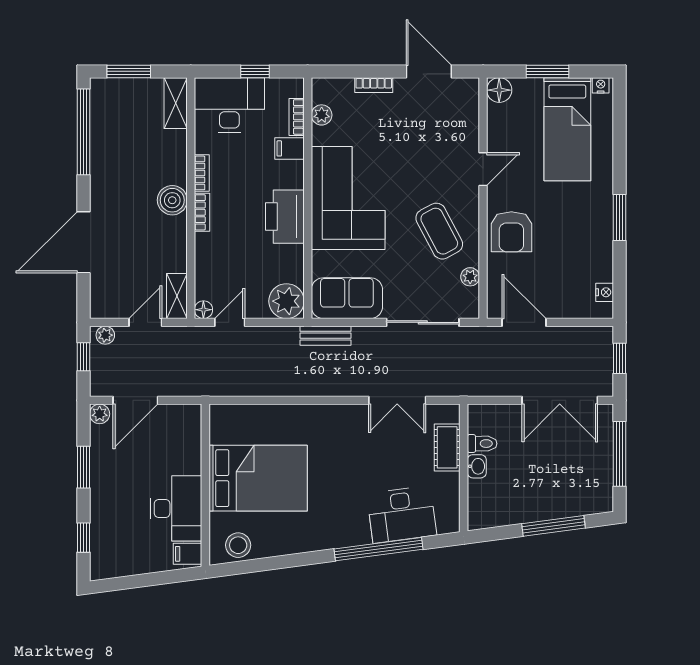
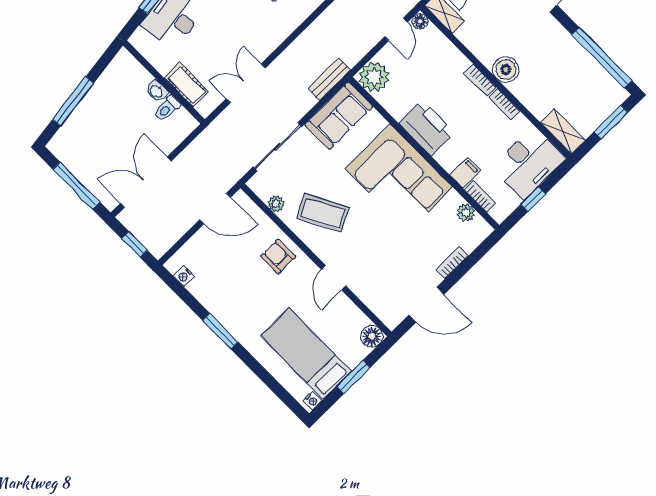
armchair: (511, 232) -> (278, 257), width x0.72, depth x0.72

